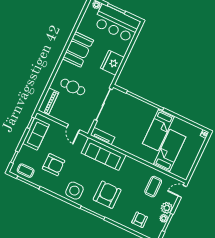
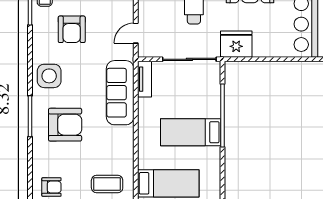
fridge: (112, 63) -> (236, 44), moved
bed: (159, 130) -> (191, 132), moved

